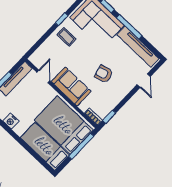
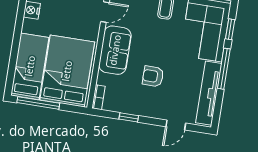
armchair: (104, 74) -> (153, 76), turned -75
window: (109, 117) -> (129, 117), moved
window: (81, 146) -> (38, 103), moved

